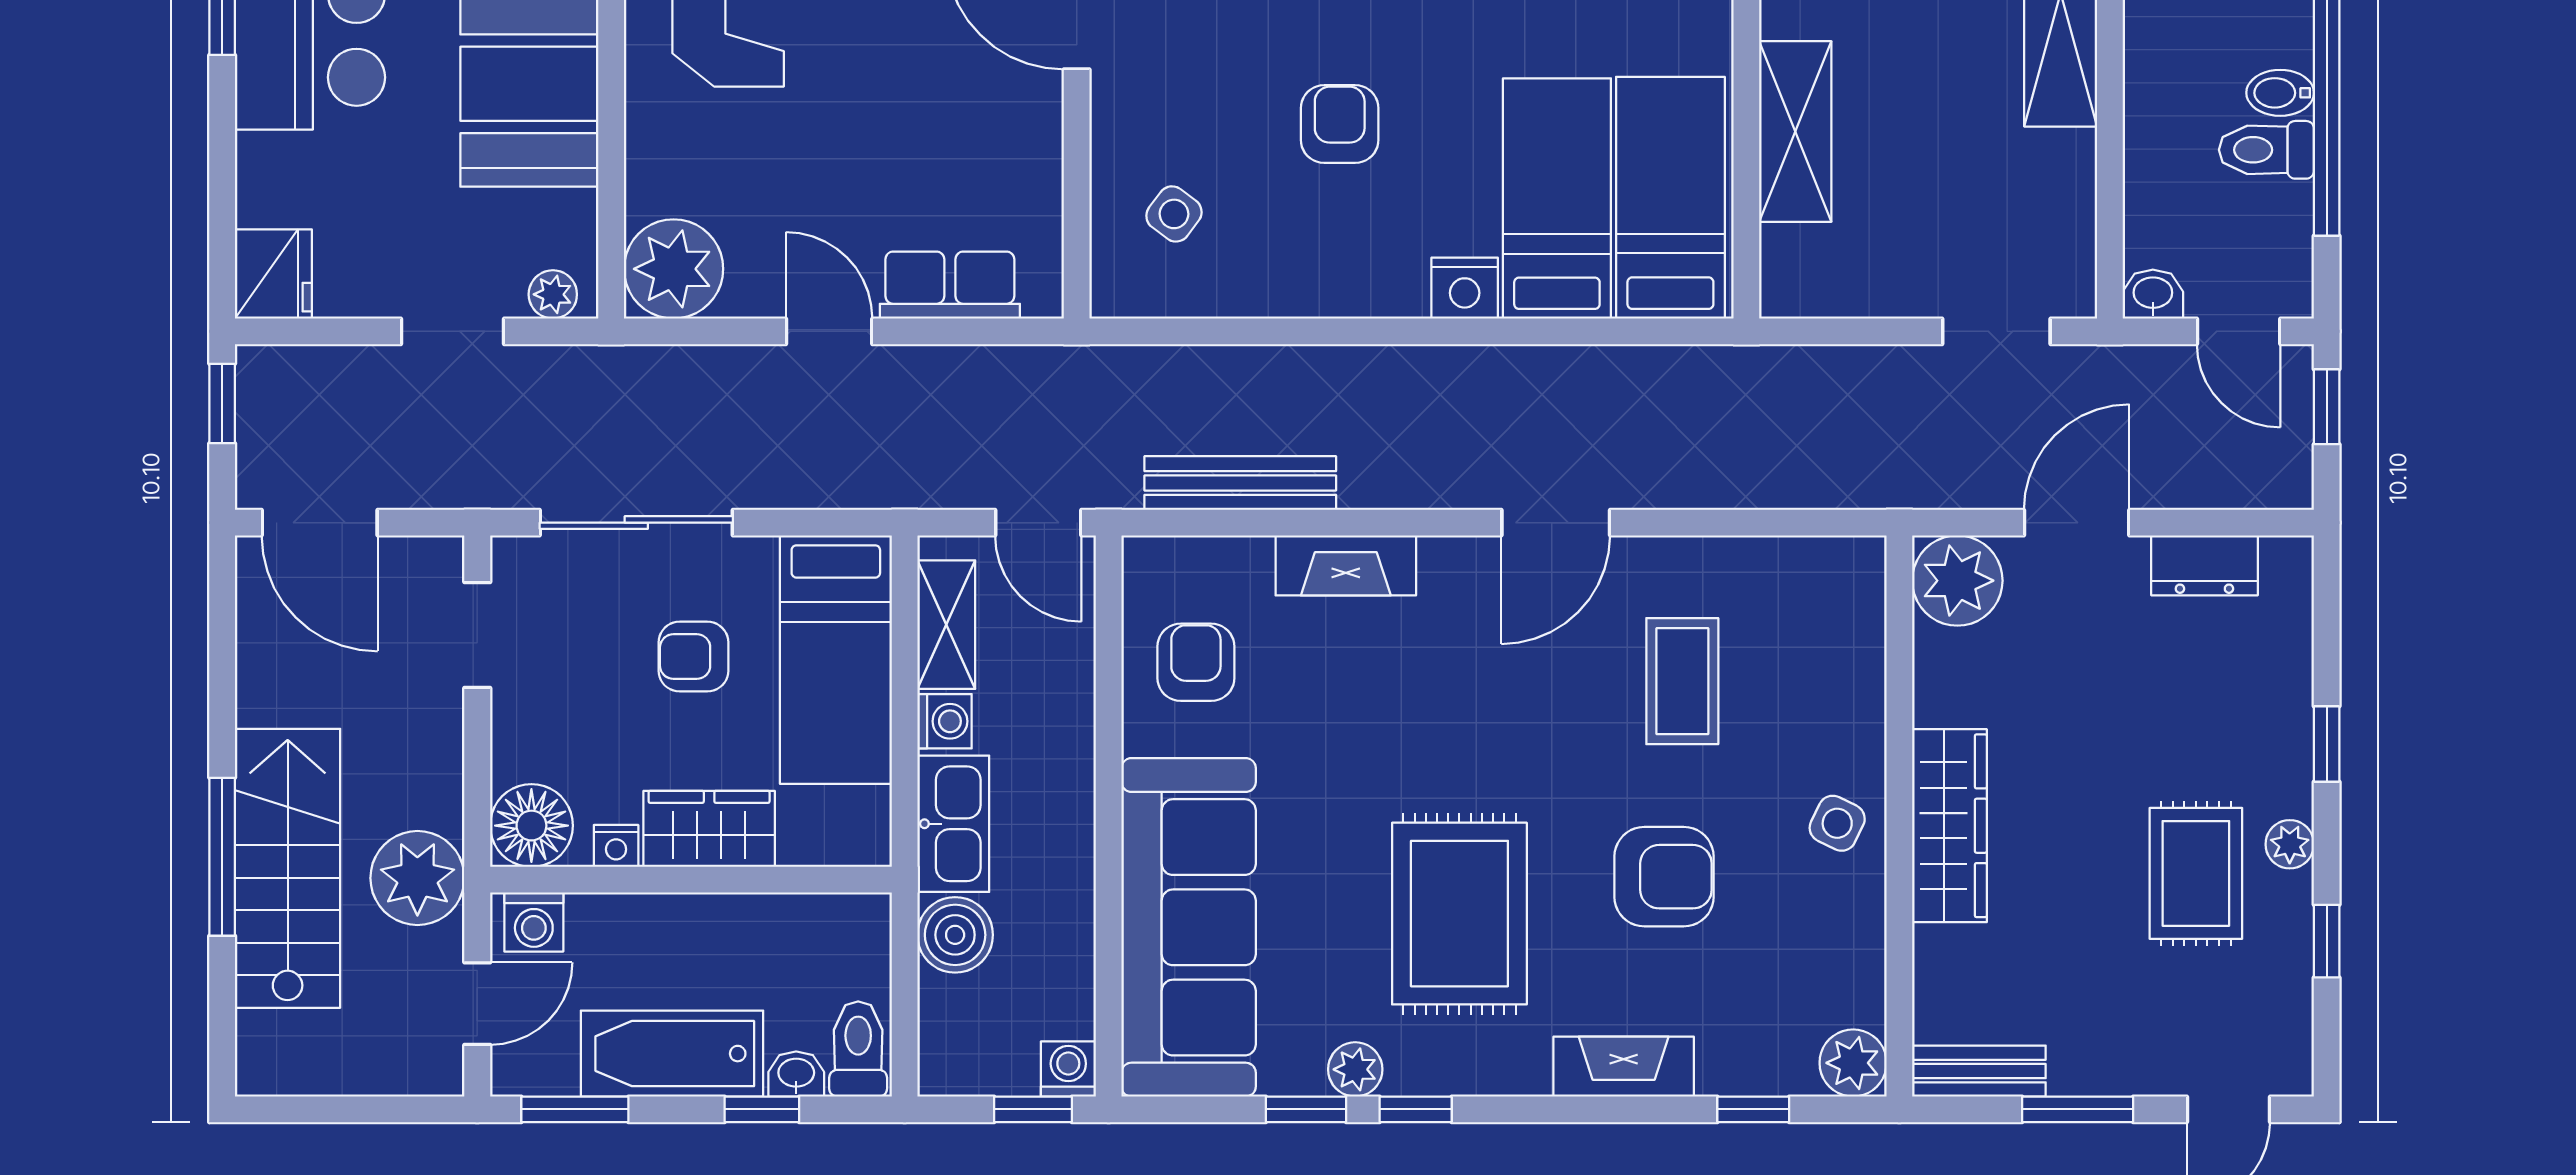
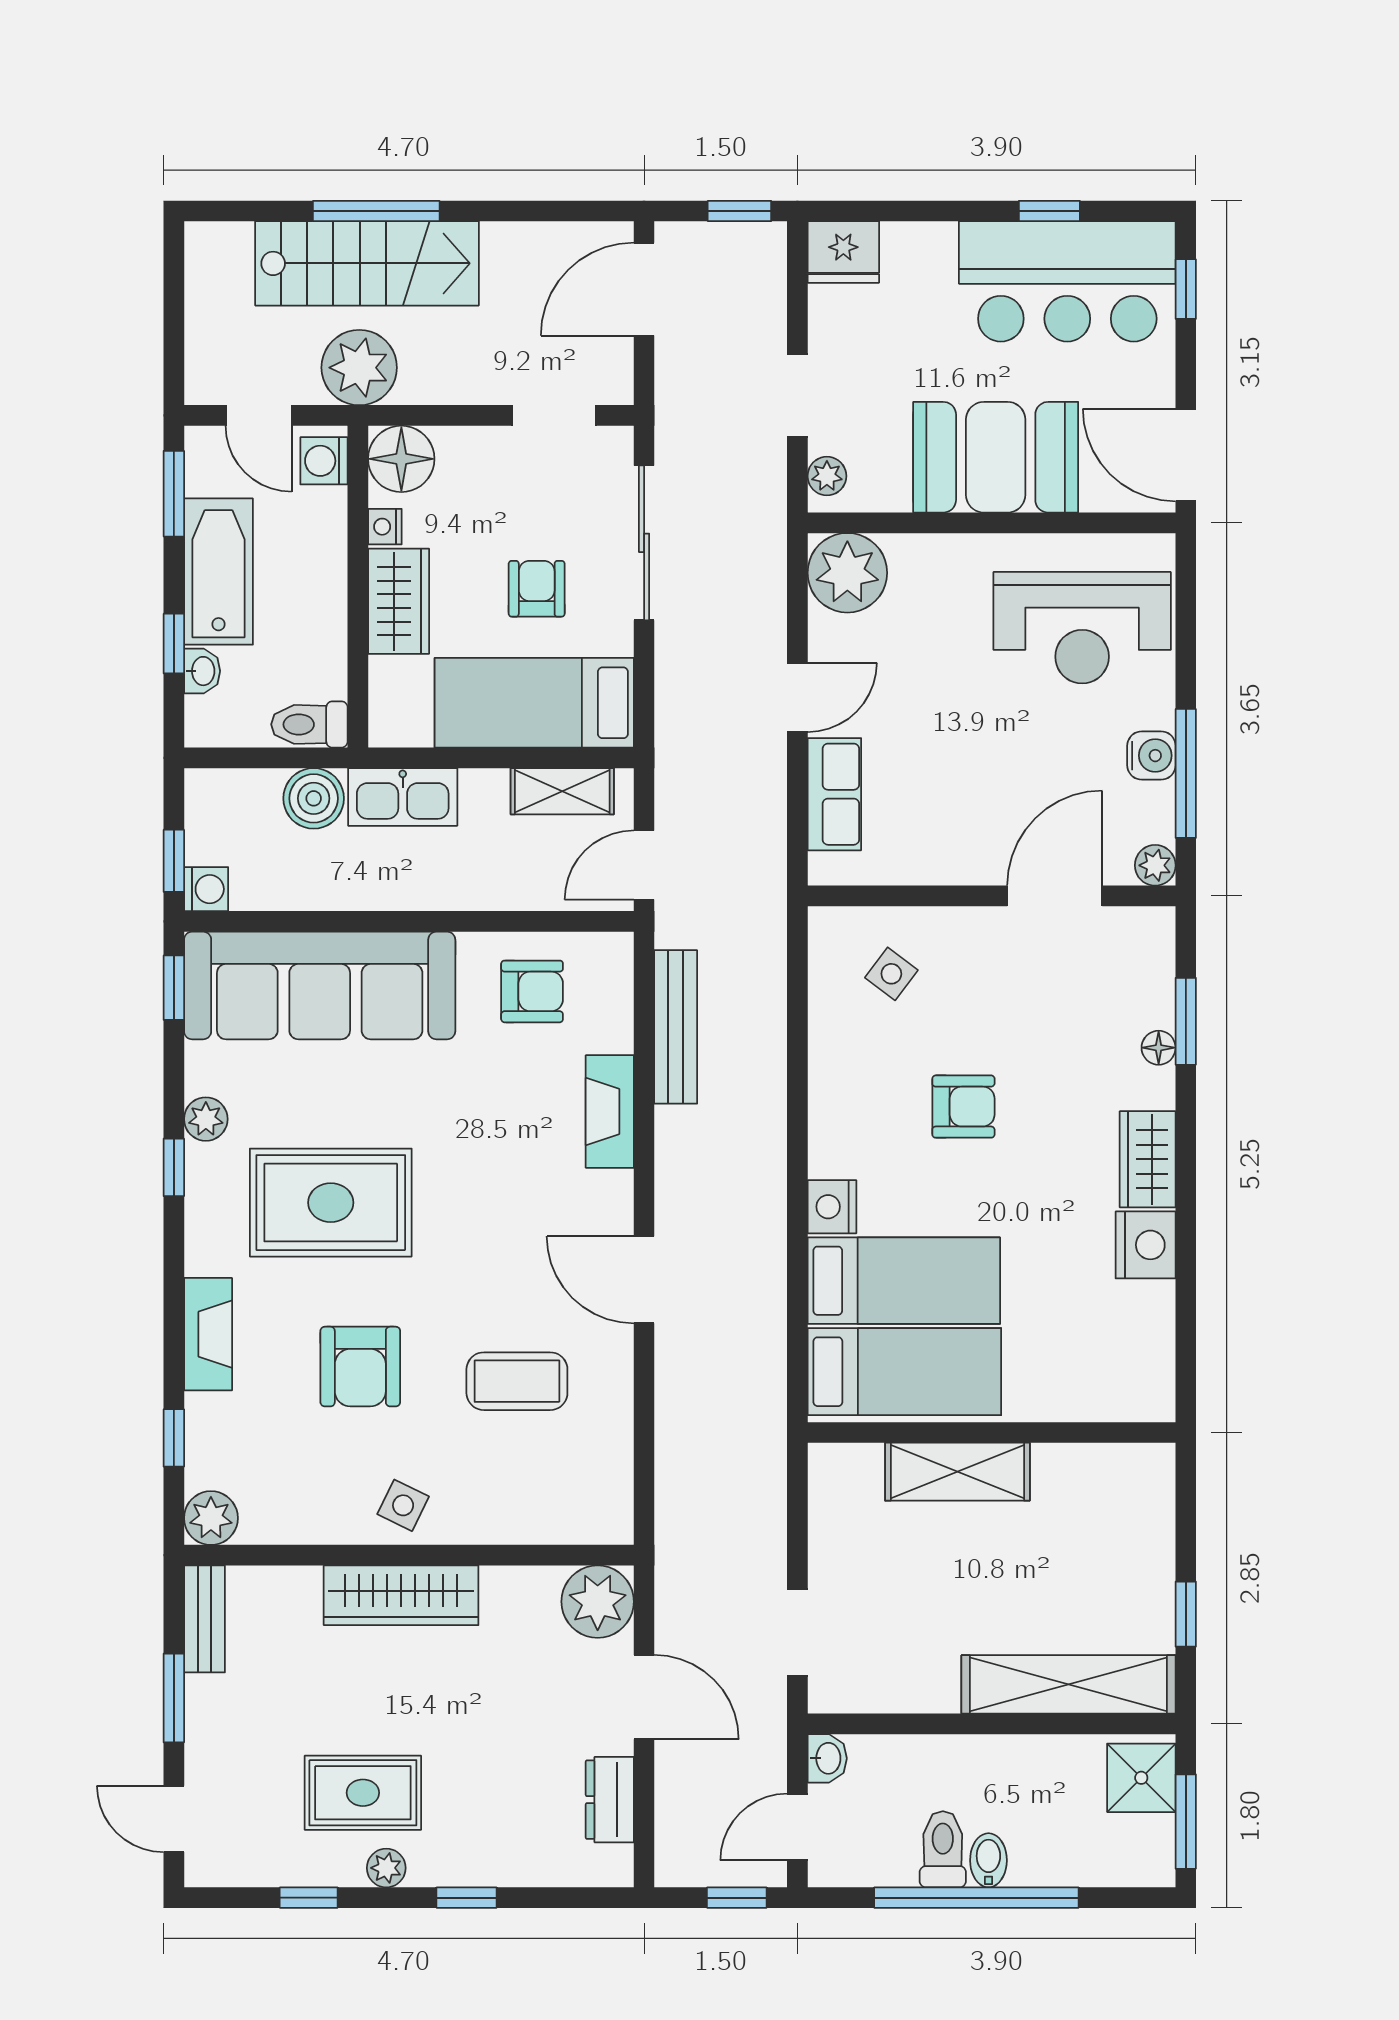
washing machine: (945, 721) -> (485, 790), removed
toilet: (858, 1049) -> (309, 724), moved, turned 180
window: (1306, 1109) -> (174, 988), moved

